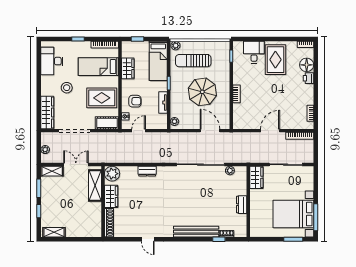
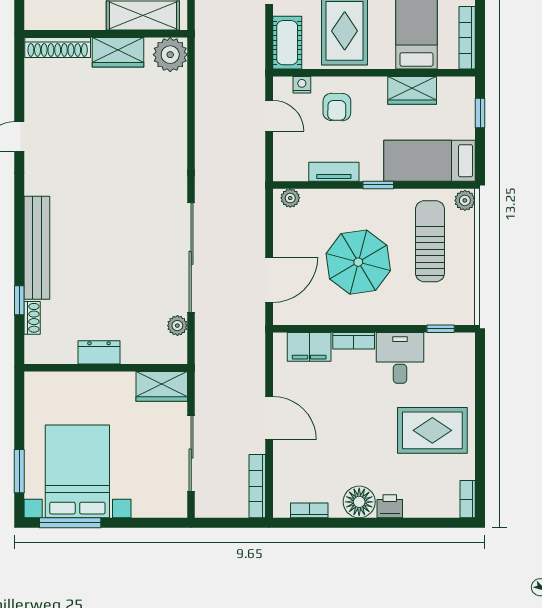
desk: (254, 52) -> (400, 358), moved, turned -90
floor lamp: (307, 65) -> (359, 502), moved
filing cabinet: (239, 113) -> (309, 347), added
dresser: (147, 171) -> (176, 135), removed

